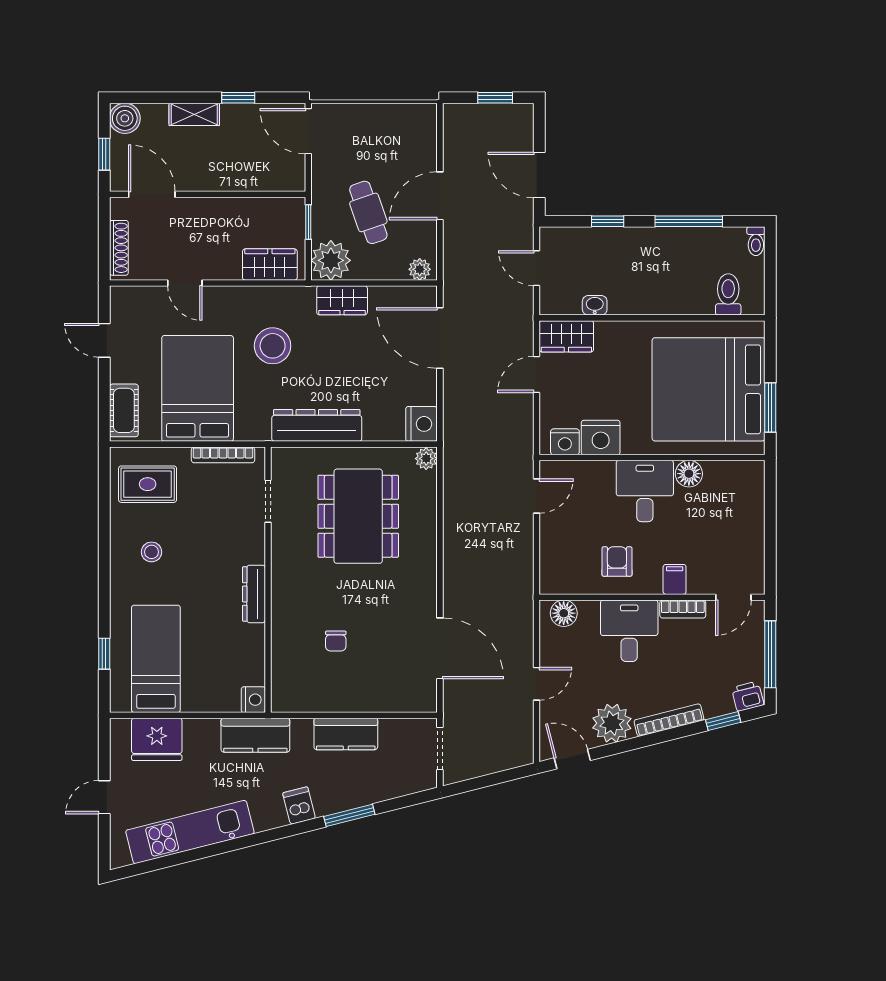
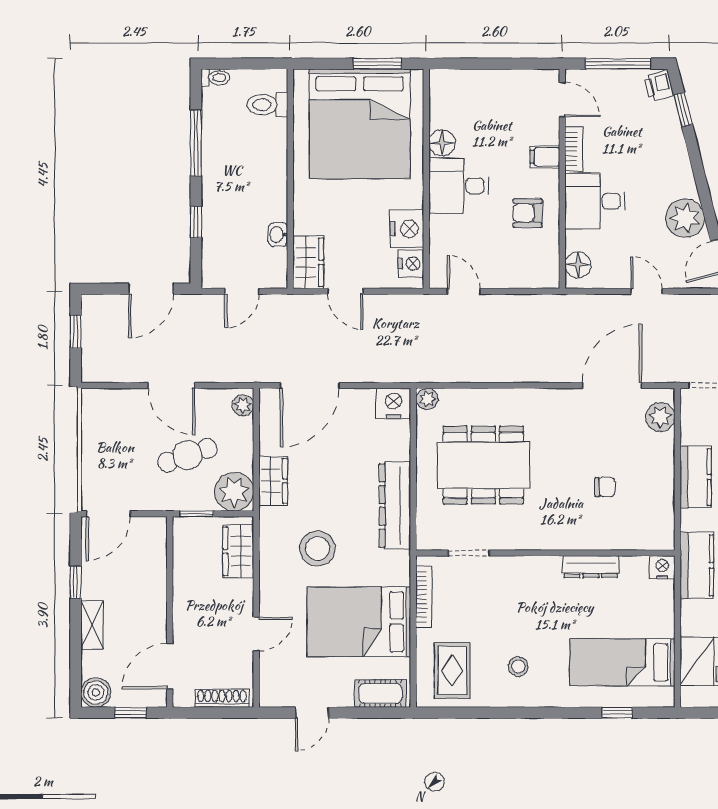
dresser: (254, 594) -> (591, 567), moved
plant: (408, 698) -> (660, 417), added
bookcase: (669, 720) -> (682, 162), removed

